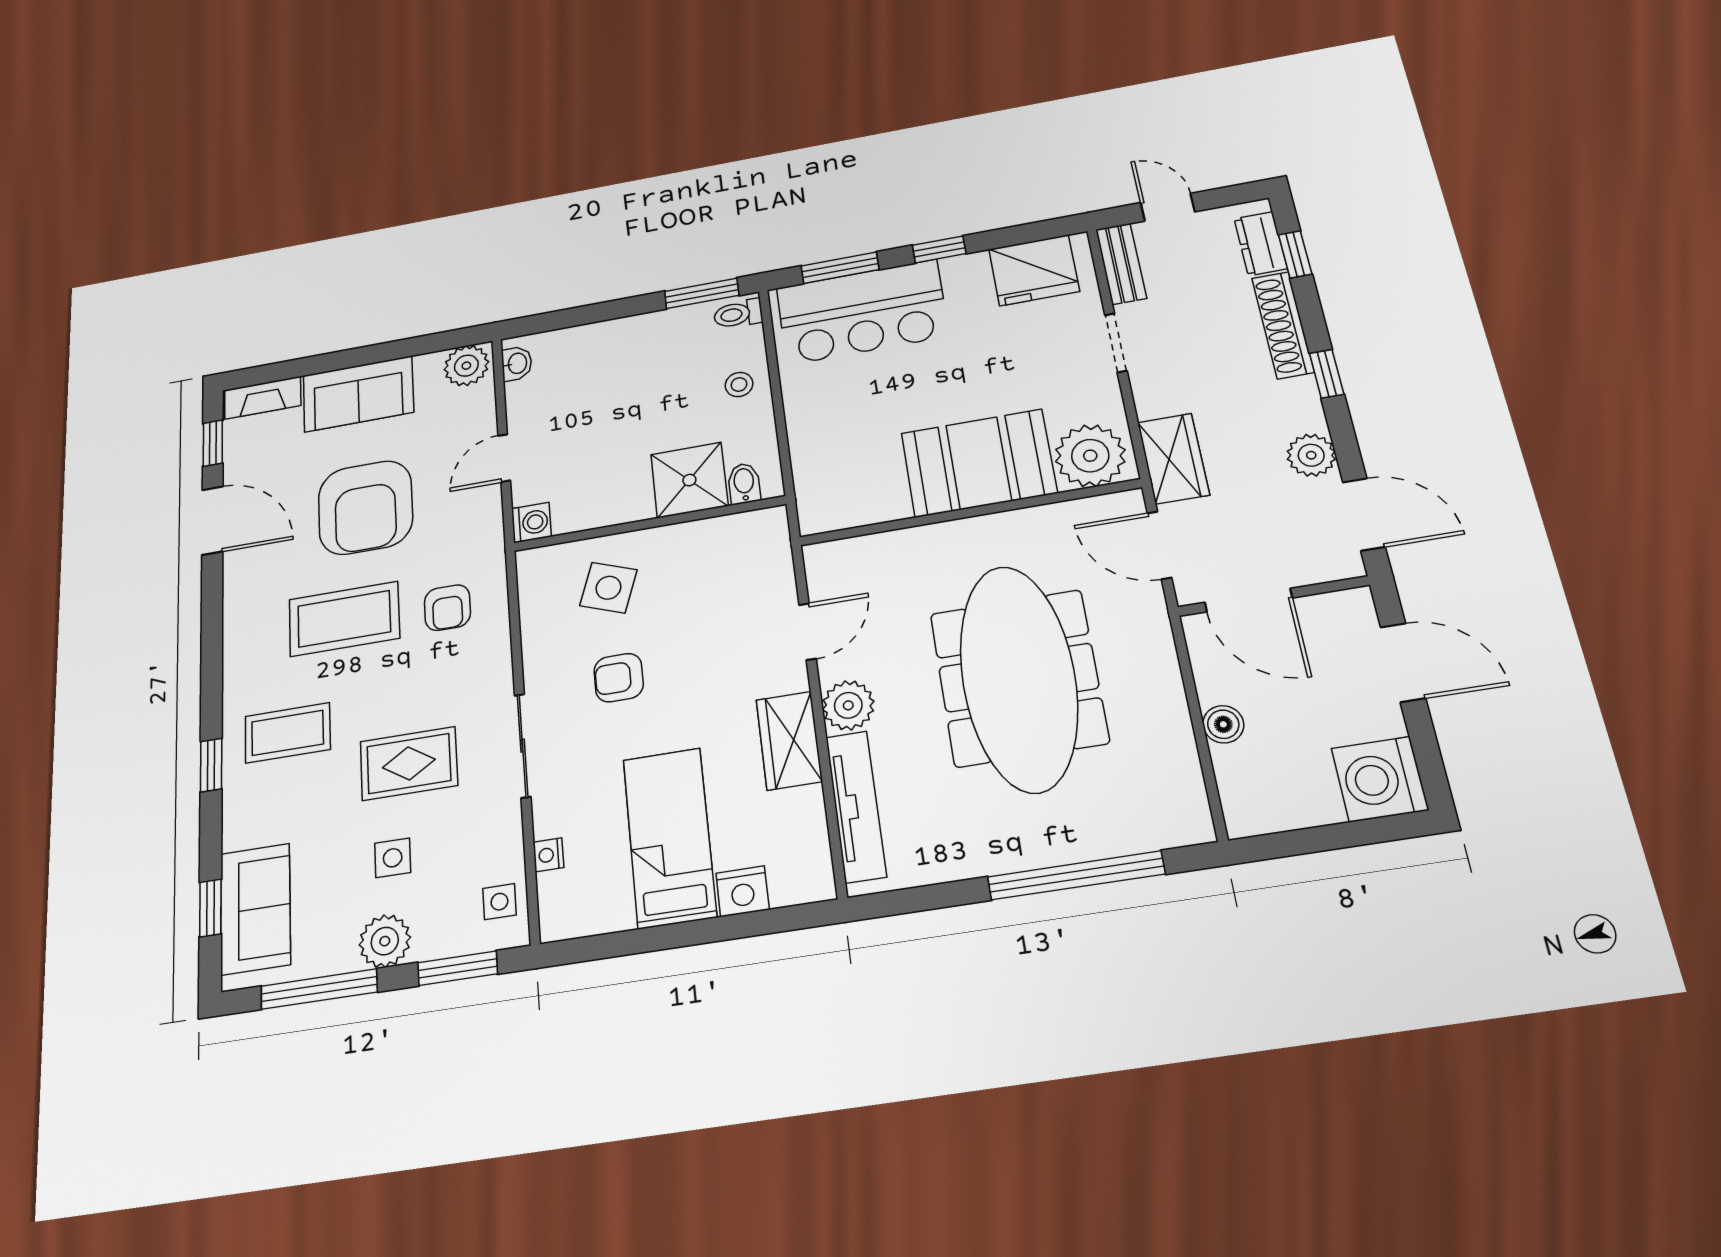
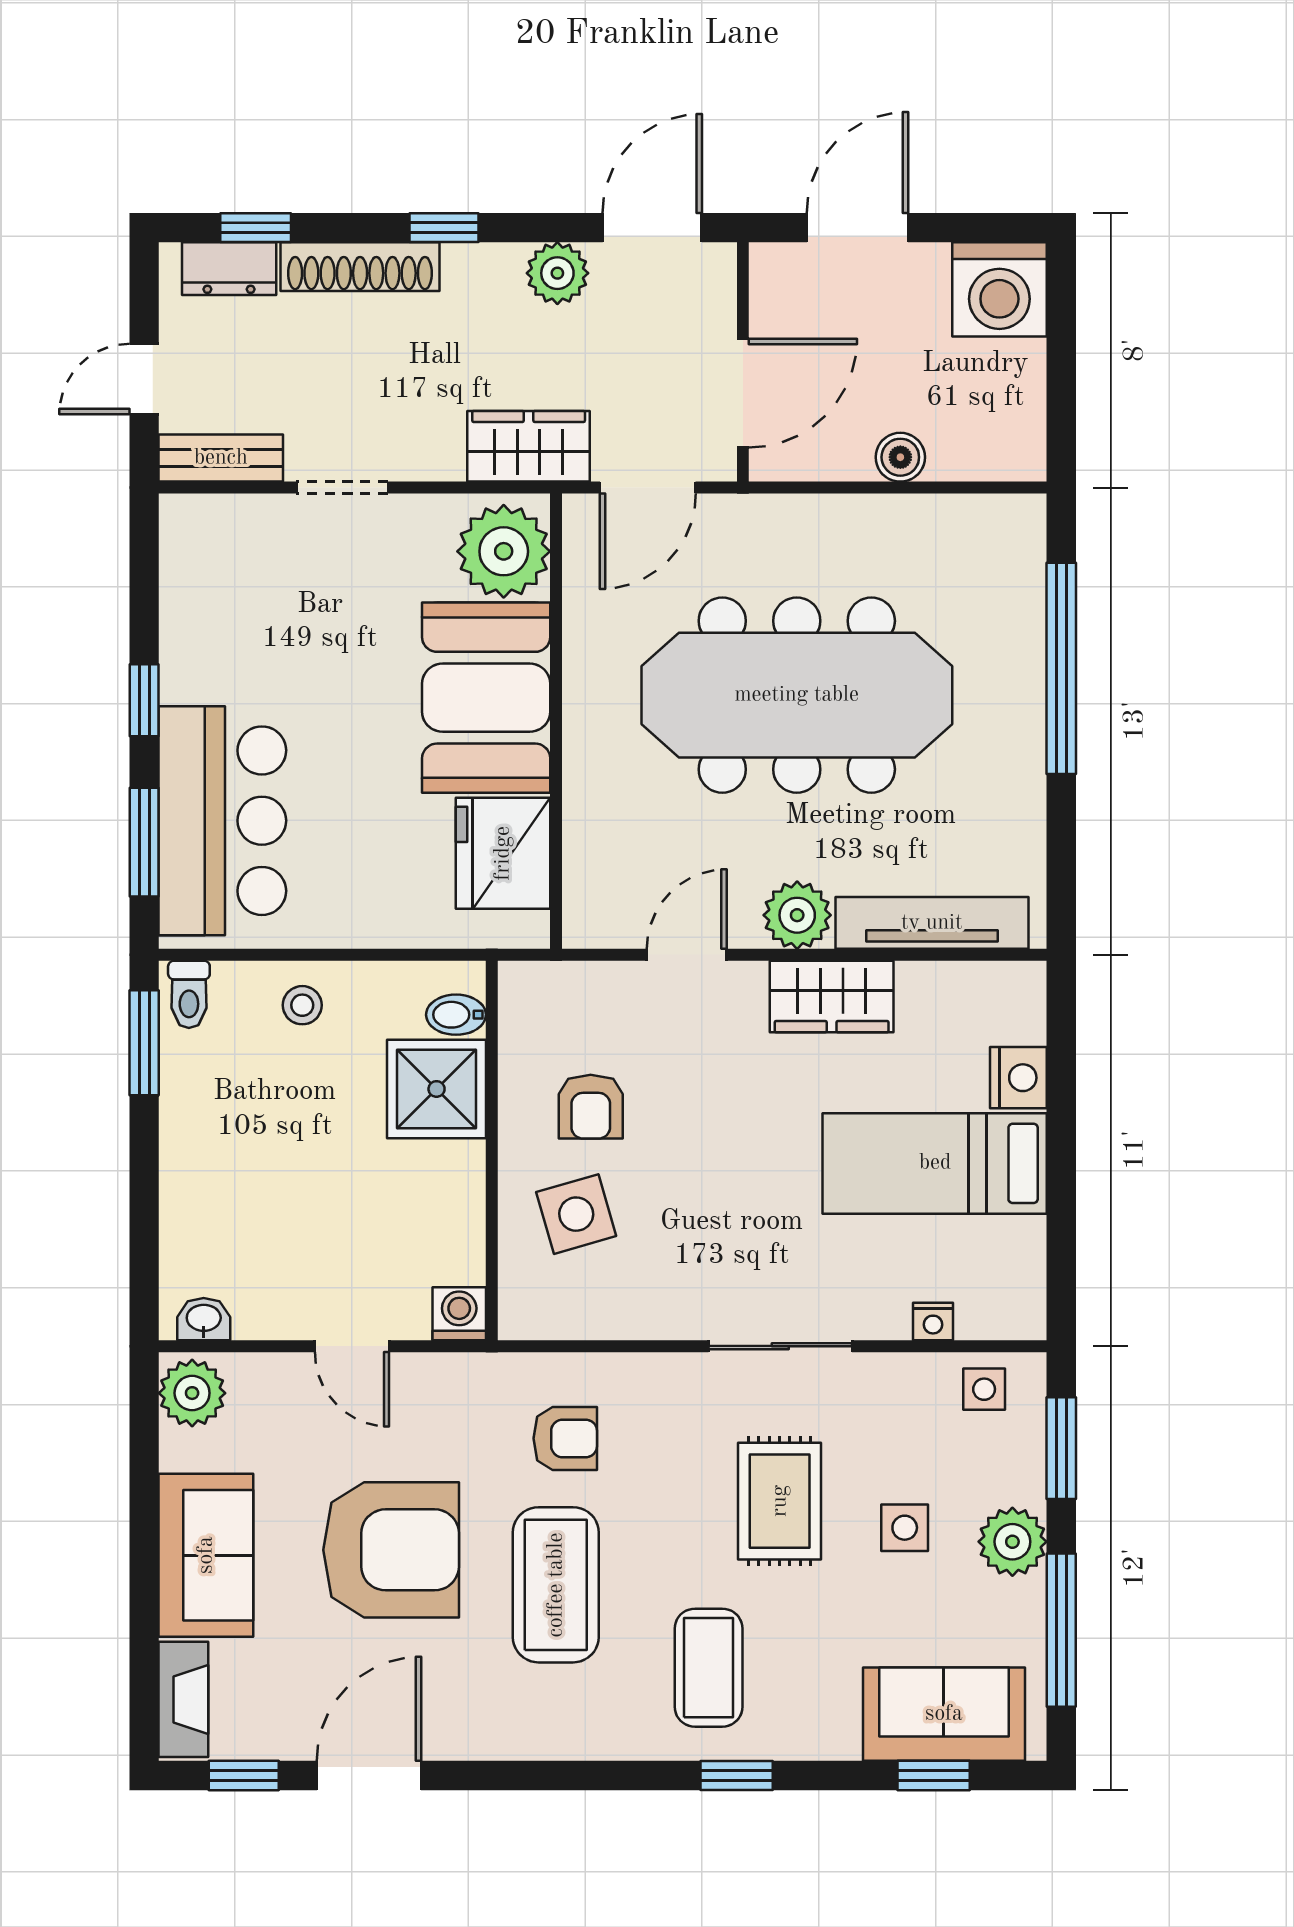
fridge: (1034, 270) -> (503, 853), moved, turned 180
side table: (608, 588) -> (576, 1214), turned -36
door: (808, 632) -> (687, 955), hinge flipped
armchair: (619, 678) -> (591, 1107), moved

